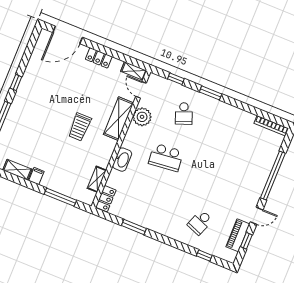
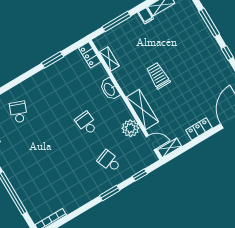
school desk: (166, 157) -> (86, 123), width x0.54

